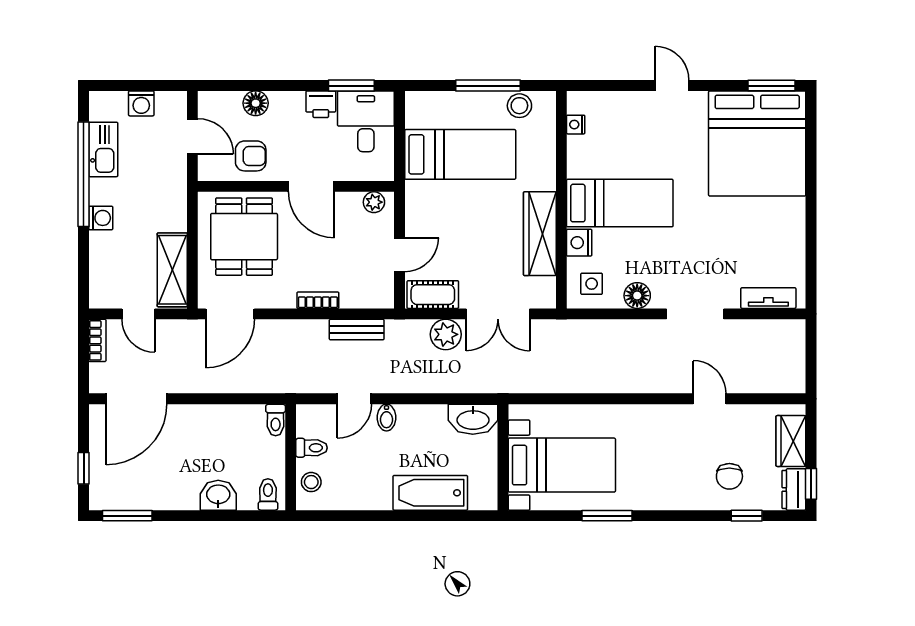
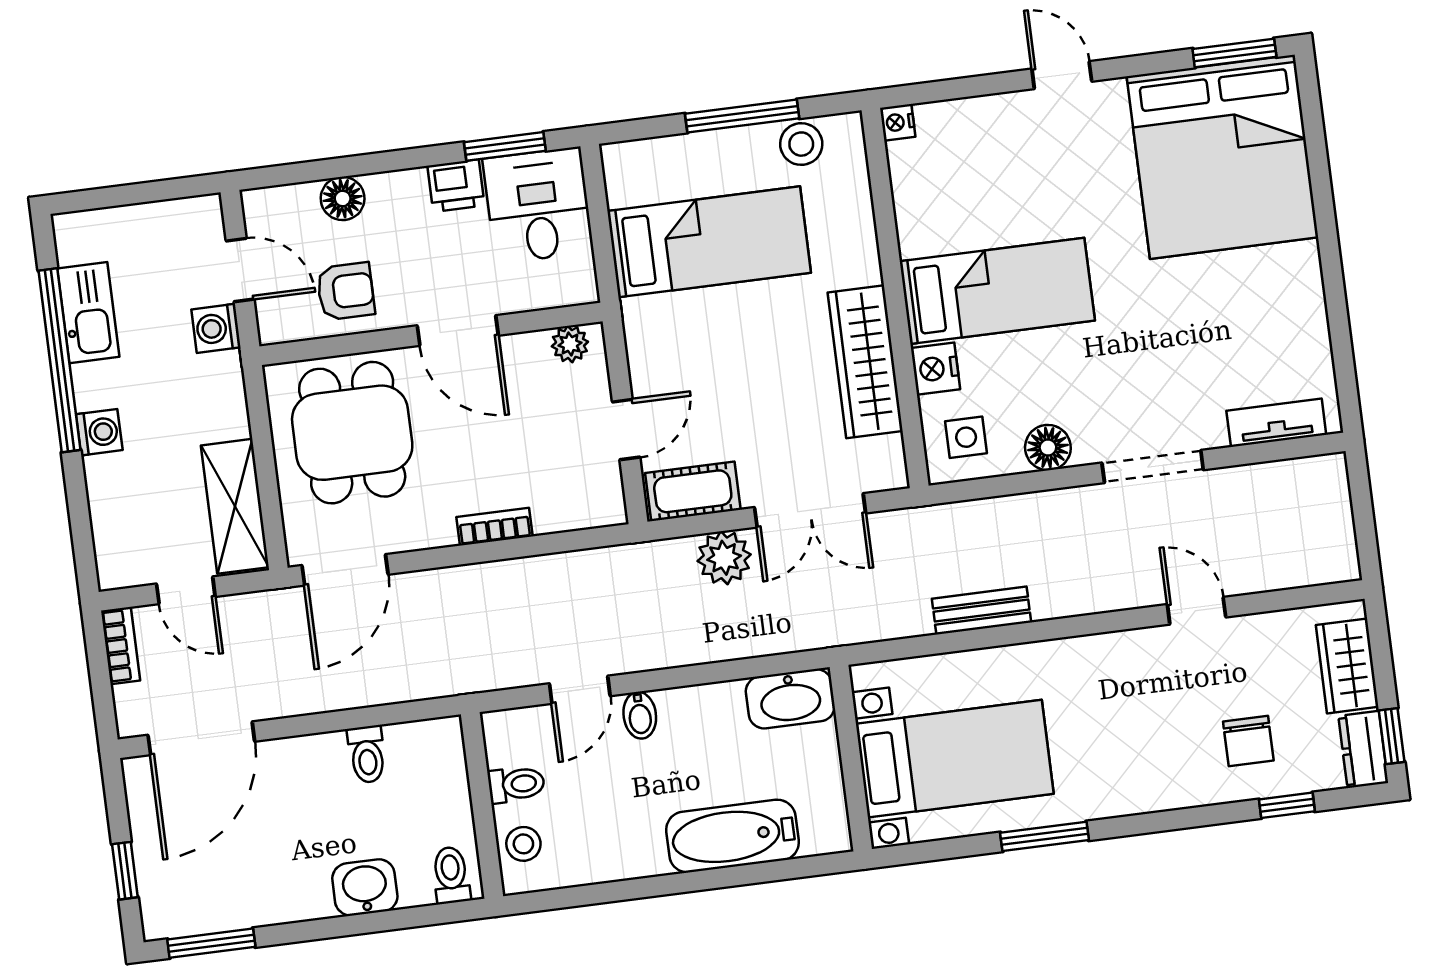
washing machine: (141, 103) -> (216, 328), moved, turned 90
nightstand: (576, 125) -> (898, 122), moved
bench: (357, 330) -> (981, 611), moved
toilet: (276, 420) -> (367, 754), moved

